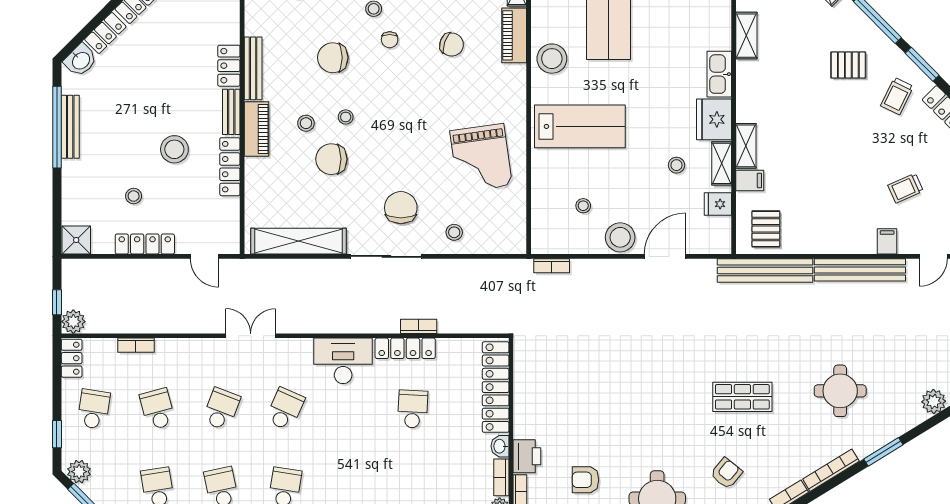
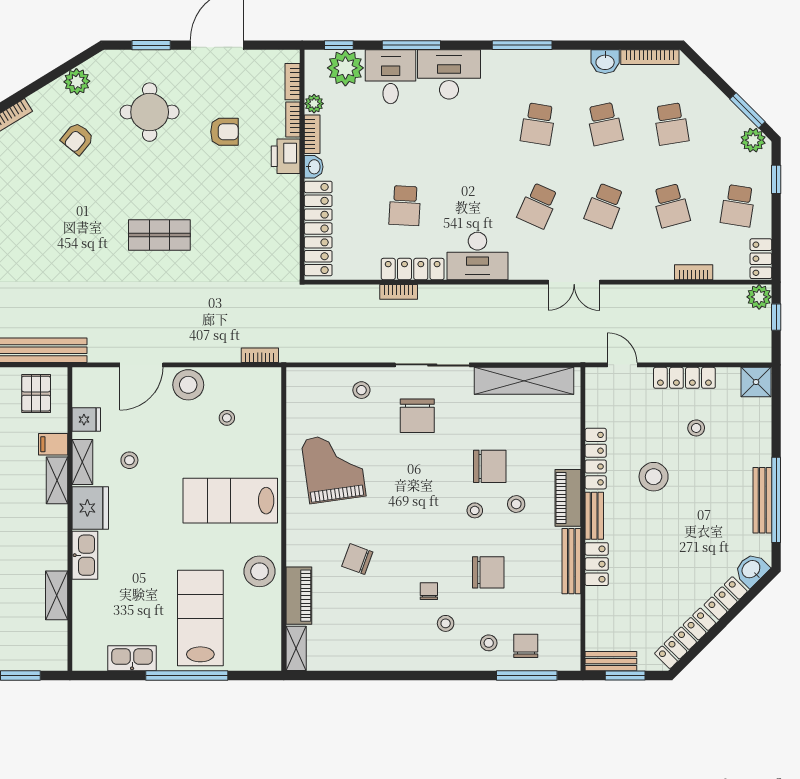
chair: (452, 44) -> (357, 559), moved
shop shelf: (742, 397) -> (159, 235), moved

